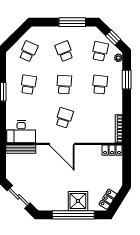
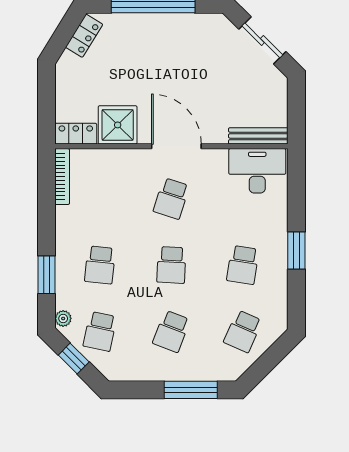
window: (72, 22) -> (191, 390), moved
school desk: (64, 51) -> (171, 331), turned 42
shower: (78, 201) -> (118, 125), moved

